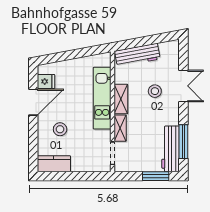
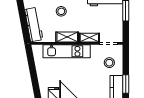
stool: (60, 129) -> (109, 63), moved
window: (59, 176) -> (126, 84), added

